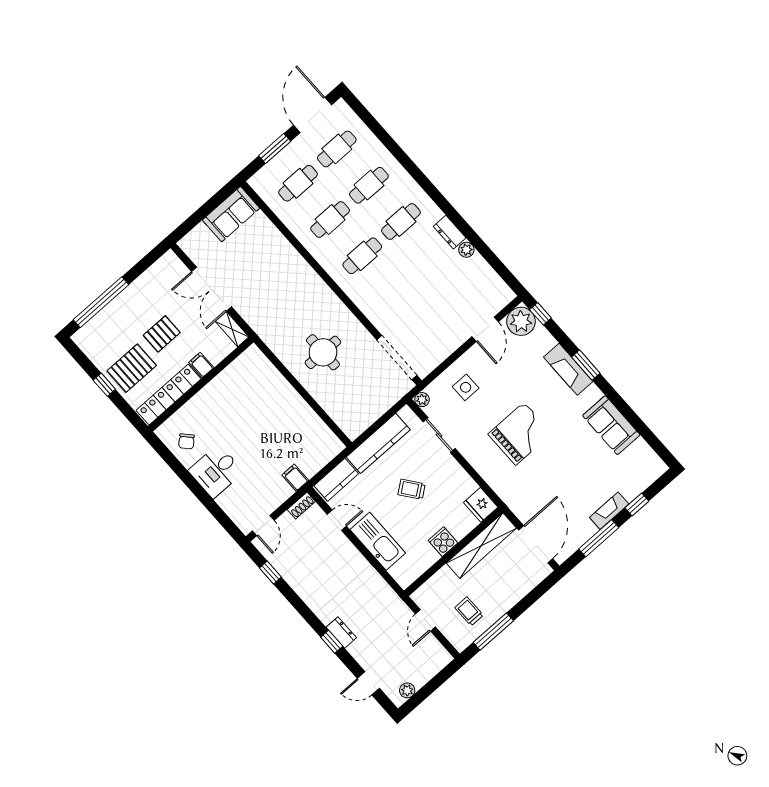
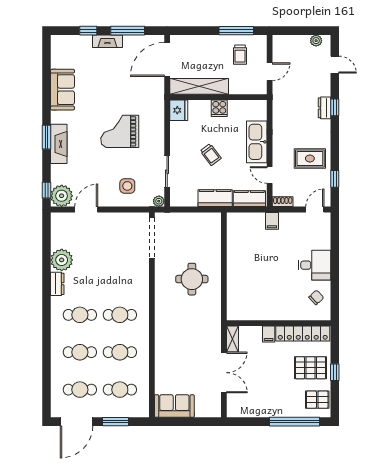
plant: (466, 250) -> (62, 260), width x1.88, depth x1.88
pallet: (162, 334) -> (317, 400), moved
kitchen counter: (378, 443) -> (215, 198), width x0.67
rug: (312, 571) -> (310, 158), added

